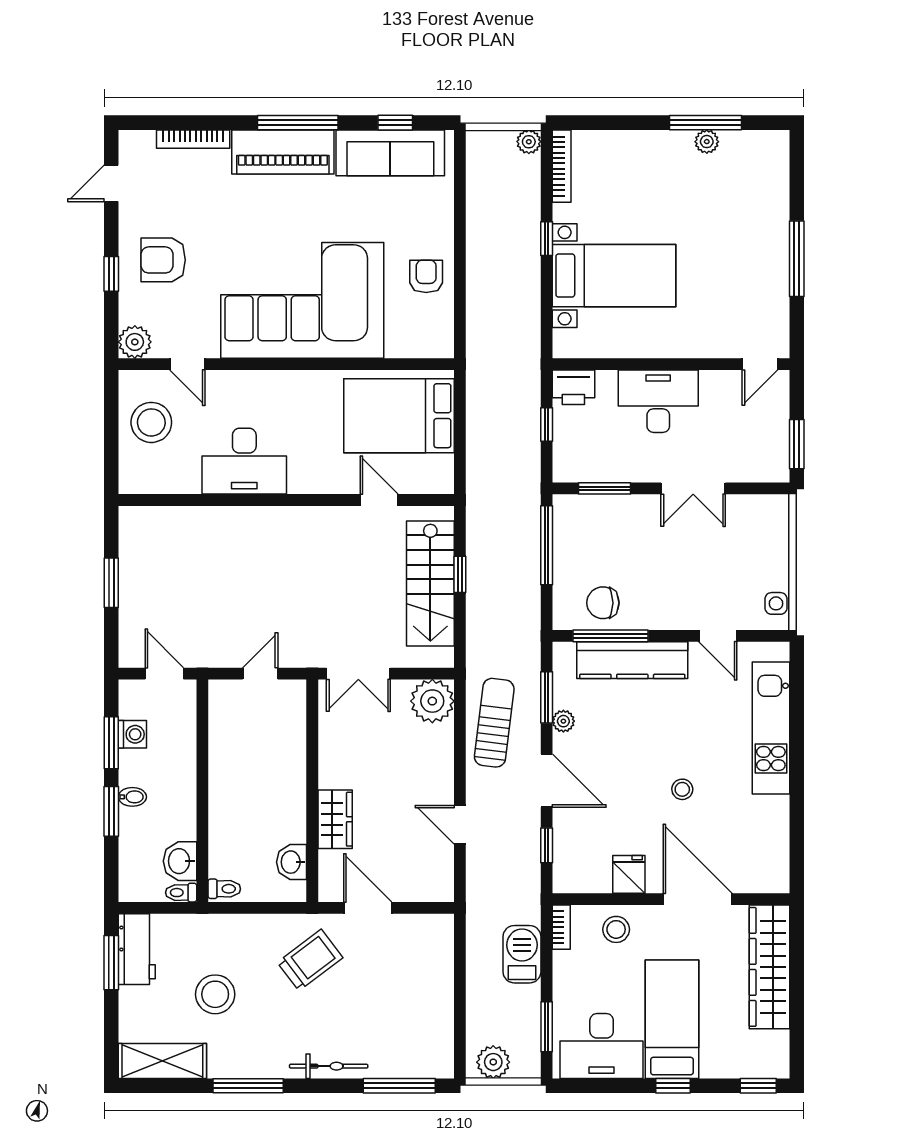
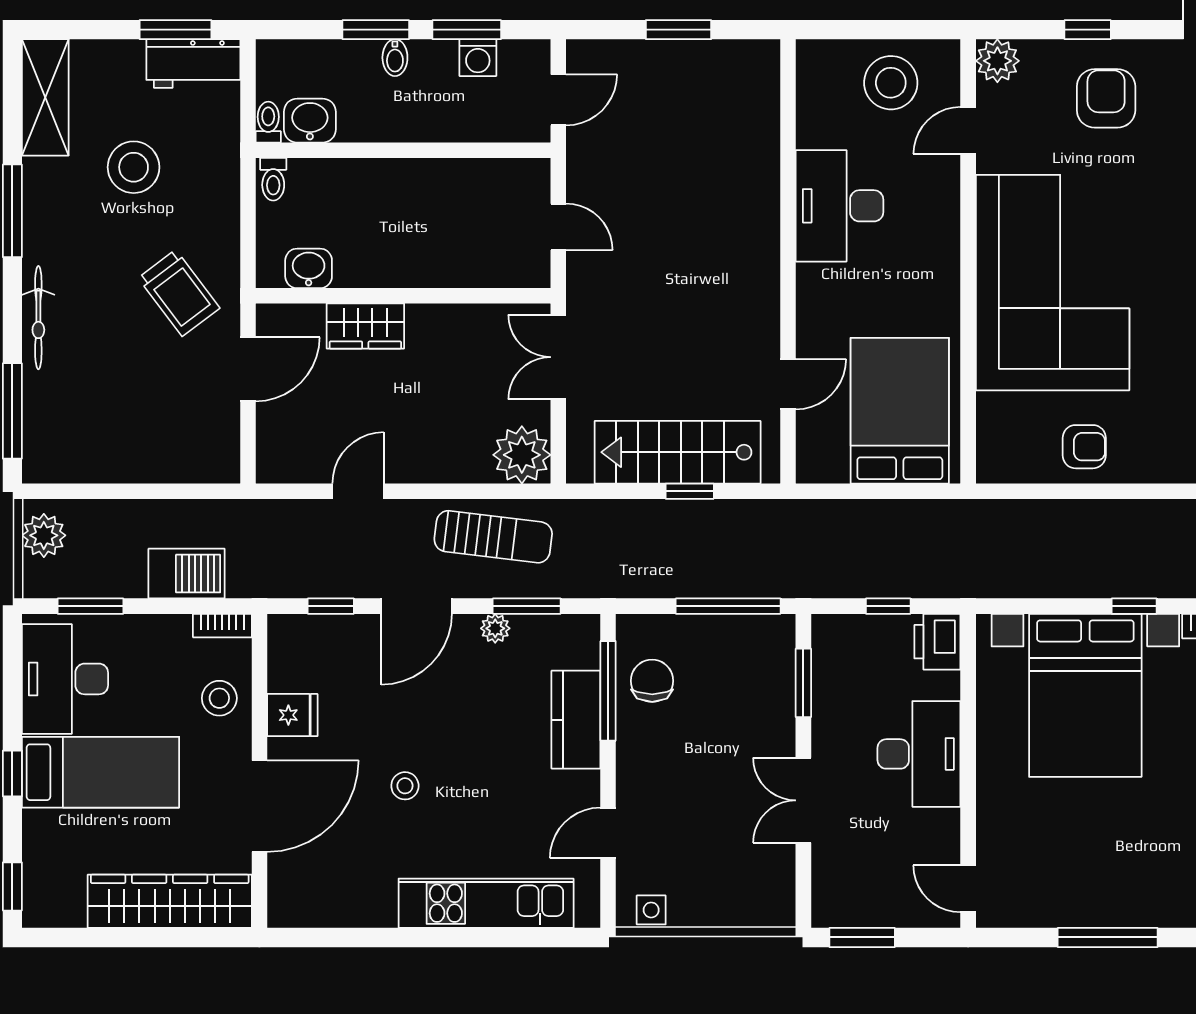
bed with nightstands: (614, 276) -> (1085, 695), width x1.36
kitchen counter: (632, 660) -> (576, 720), width x0.67

